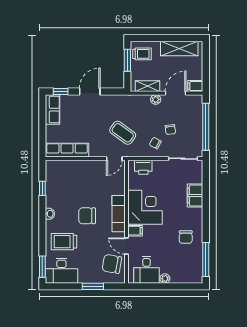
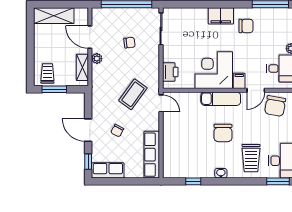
shelving: (179, 49) -> (54, 16), moved, turned 90
filing cabinet: (195, 86) -> (82, 16), removed
chair: (155, 143) -> (117, 131), moved
filing cabinet: (195, 196) -> (221, 16), moved

